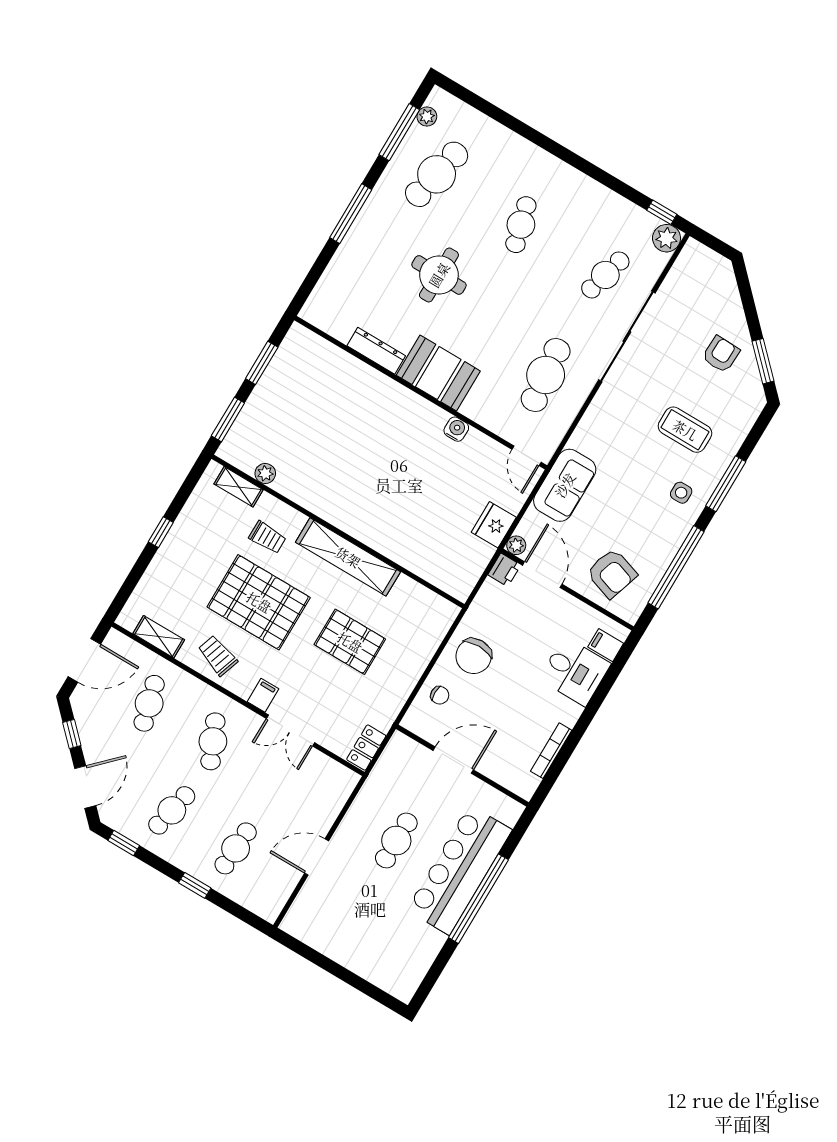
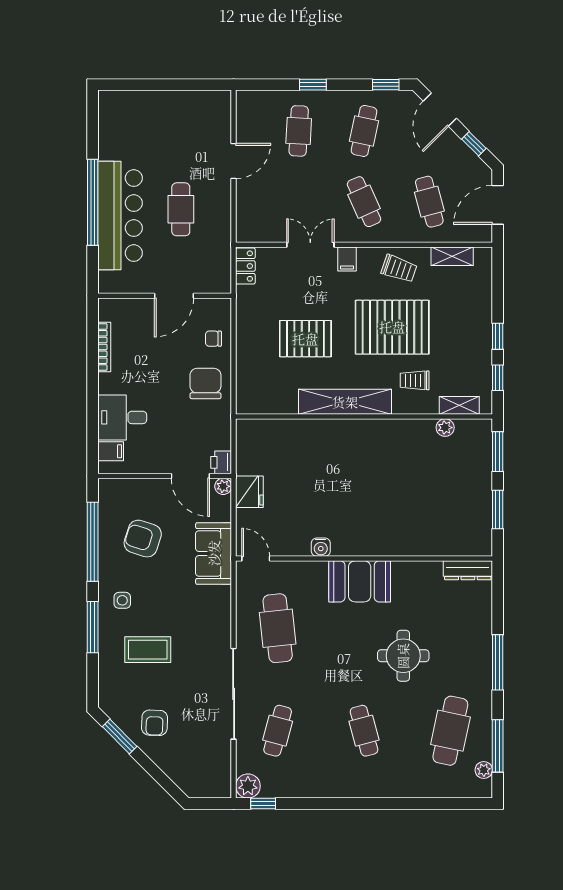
dresser: (376, 351) -> (468, 570), moved
window: (185, 491) -> (498, 378), added
armchair: (612, 573) -> (143, 539), moved

